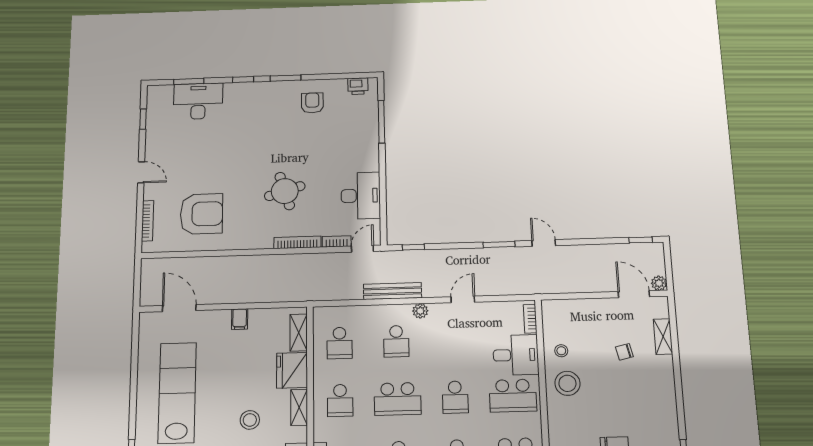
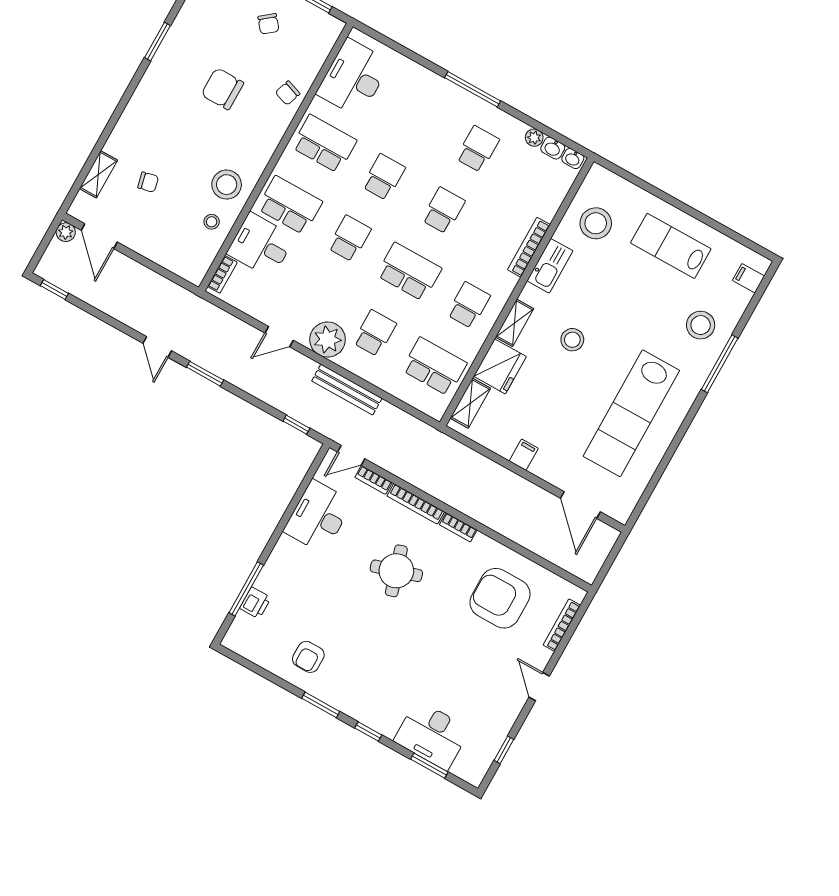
printer: (358, 86) -> (255, 603), moved, turned 90
bookcase: (258, 244) -> (458, 527), added
plant: (420, 311) -> (328, 340), width x1.88, depth x1.88
school desk: (340, 343) -> (434, 366), width x1.85

